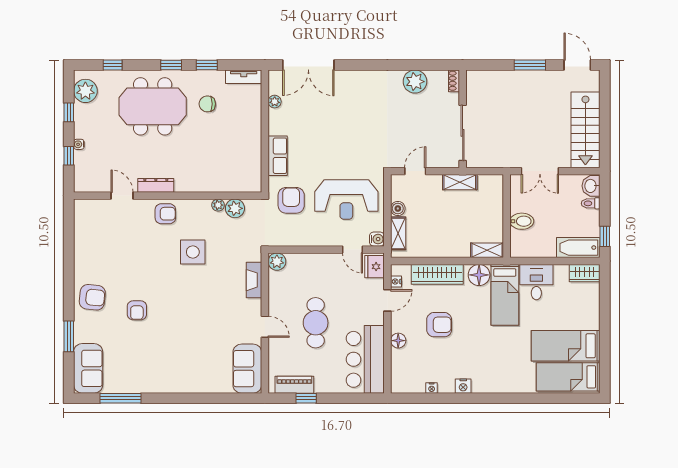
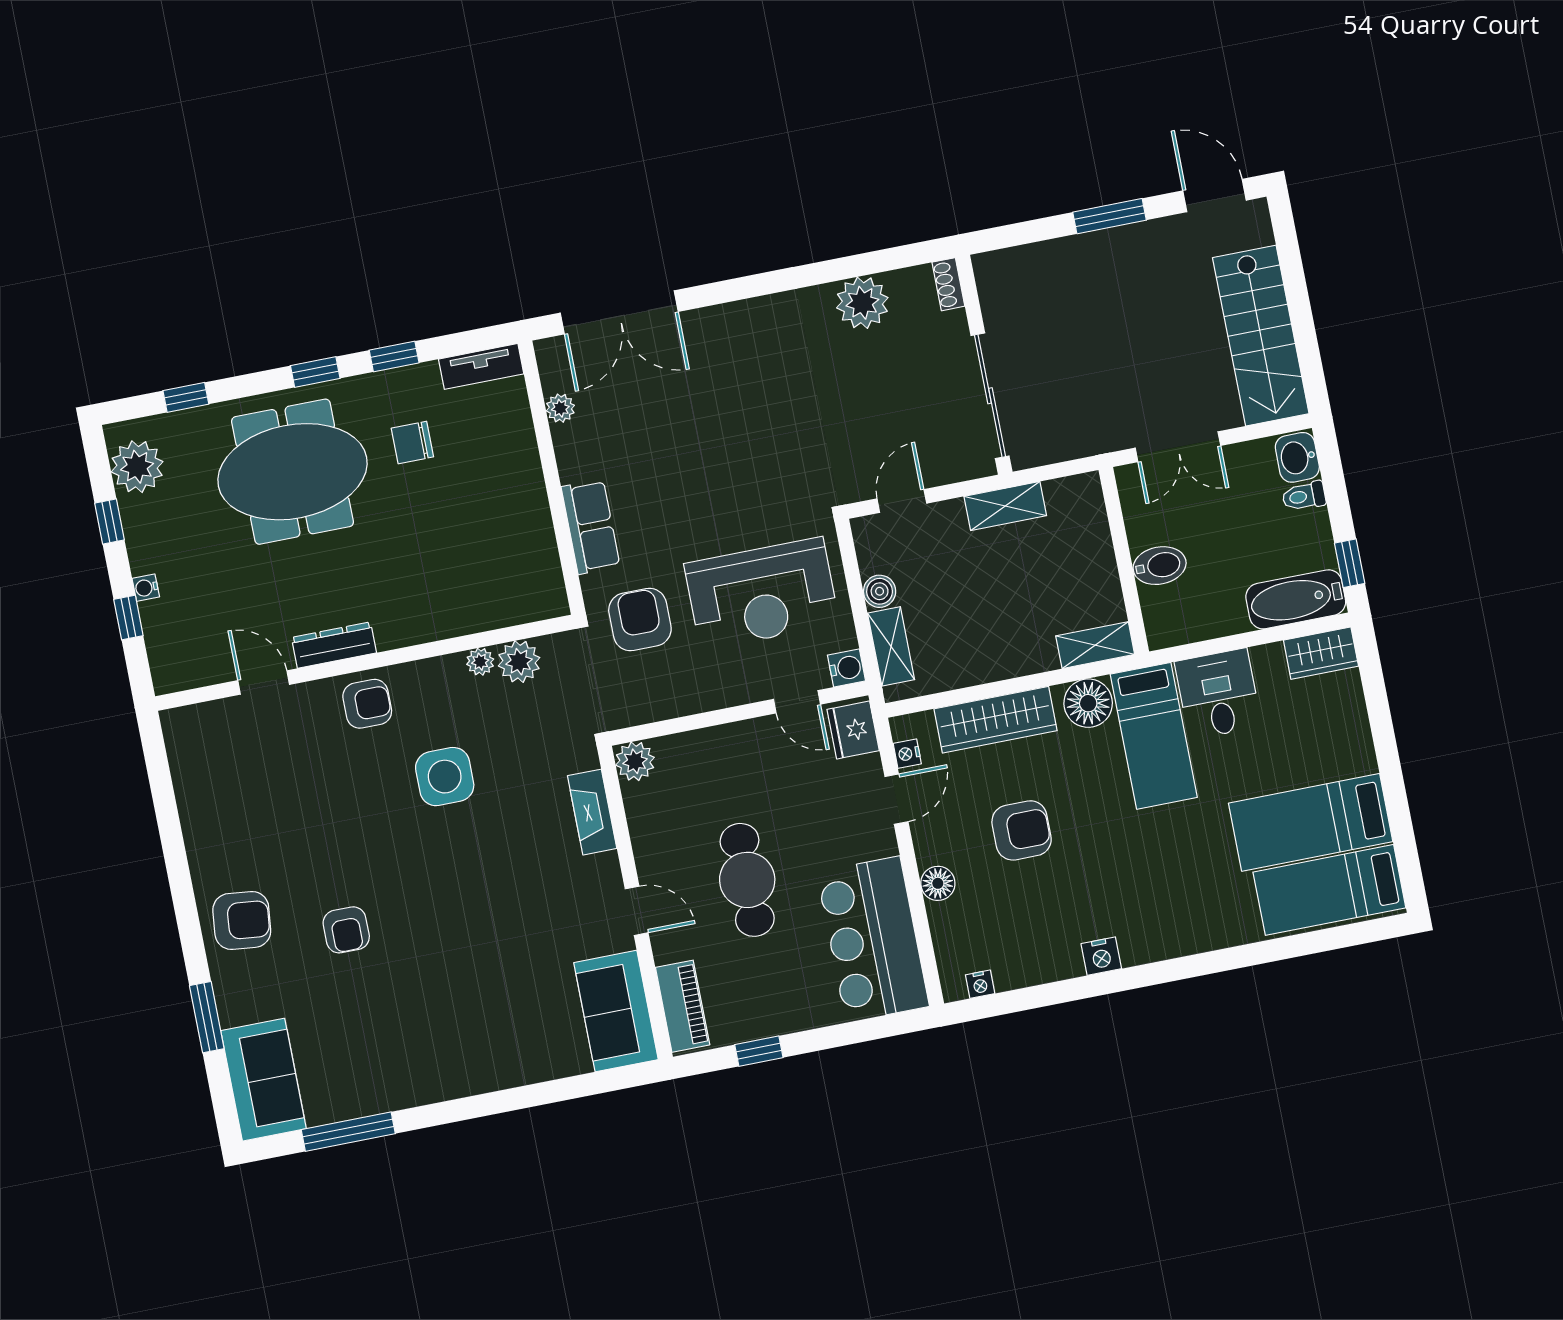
piano: (294, 385) -> (683, 1006), moved, turned 90
nightstand: (432, 388) -> (980, 984), moved

